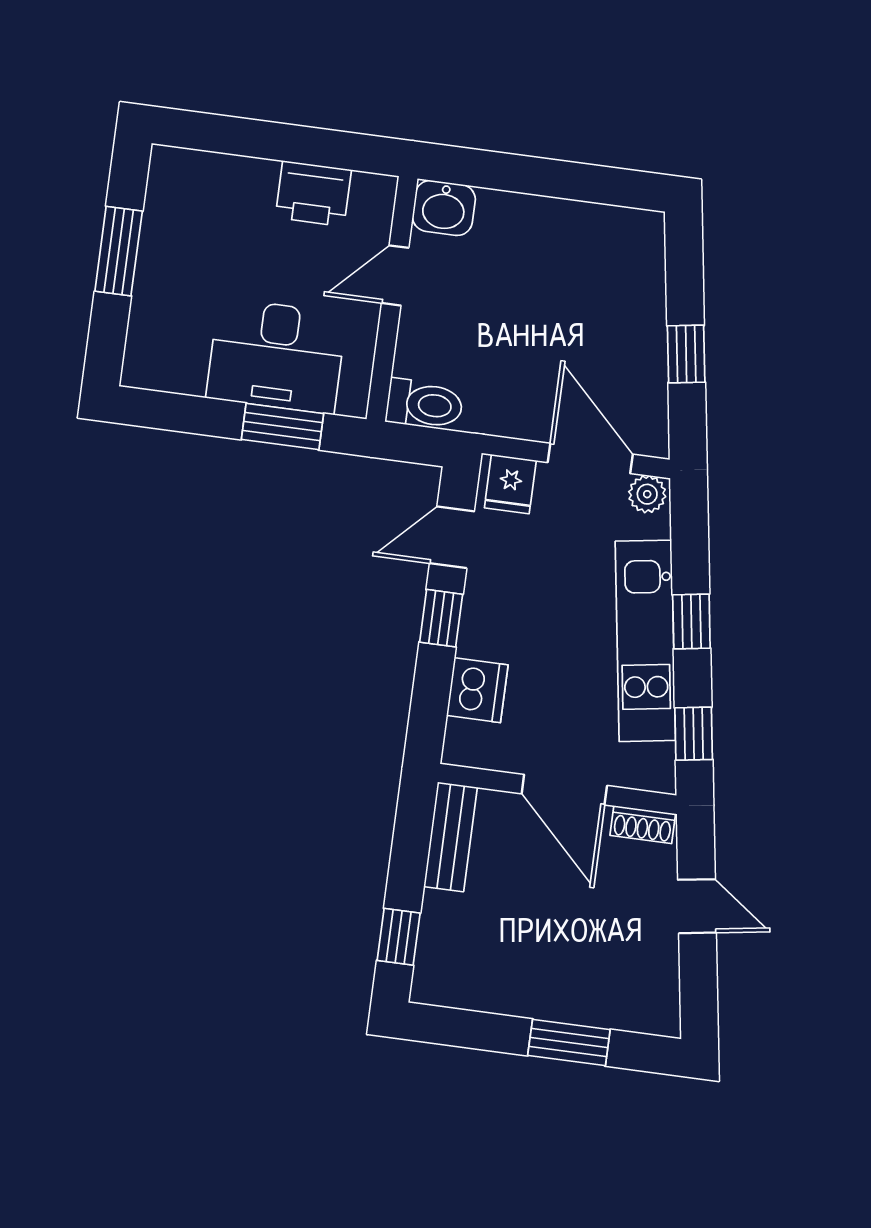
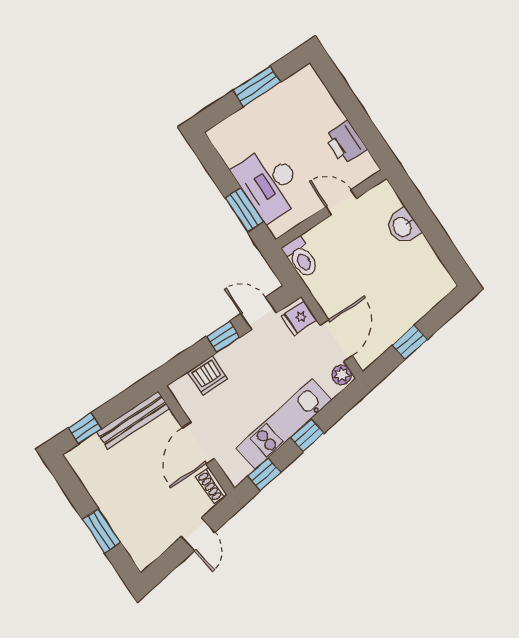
washbasin: (444, 208) -> (403, 226), moved
bench: (451, 837) -> (133, 420), width x1.36

